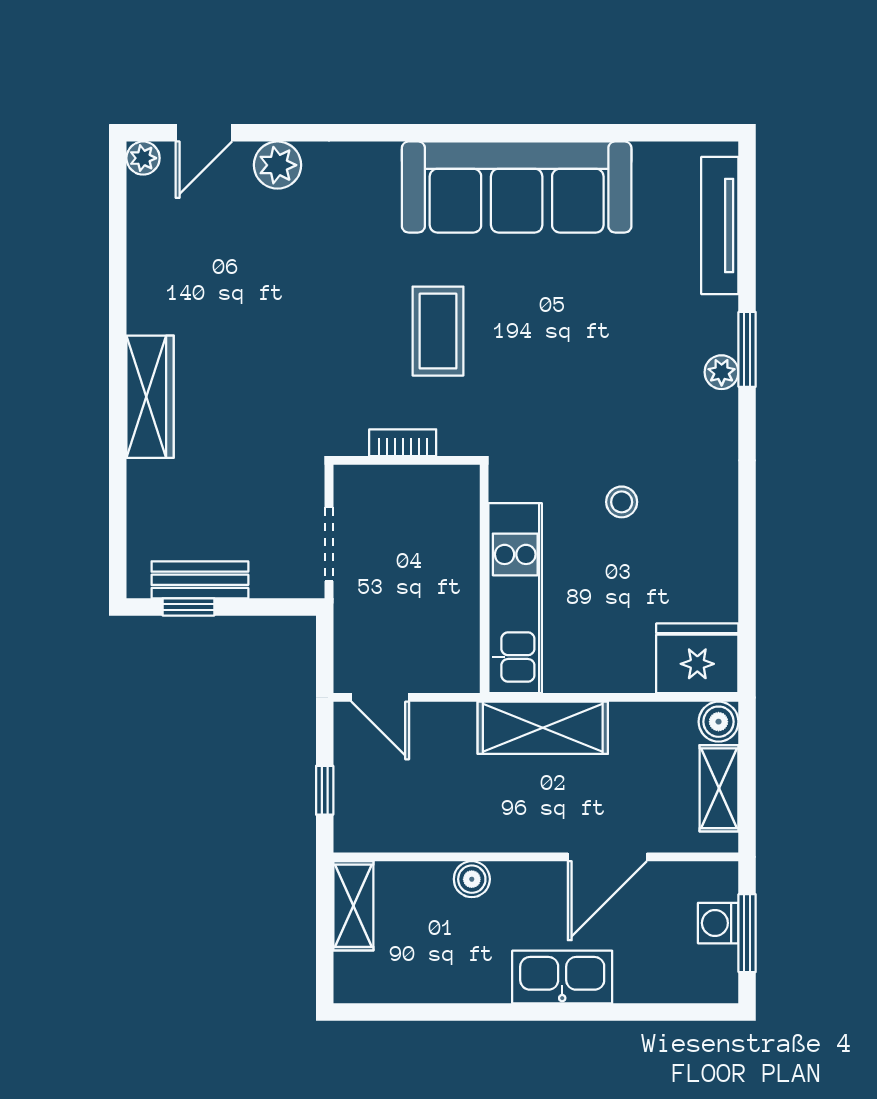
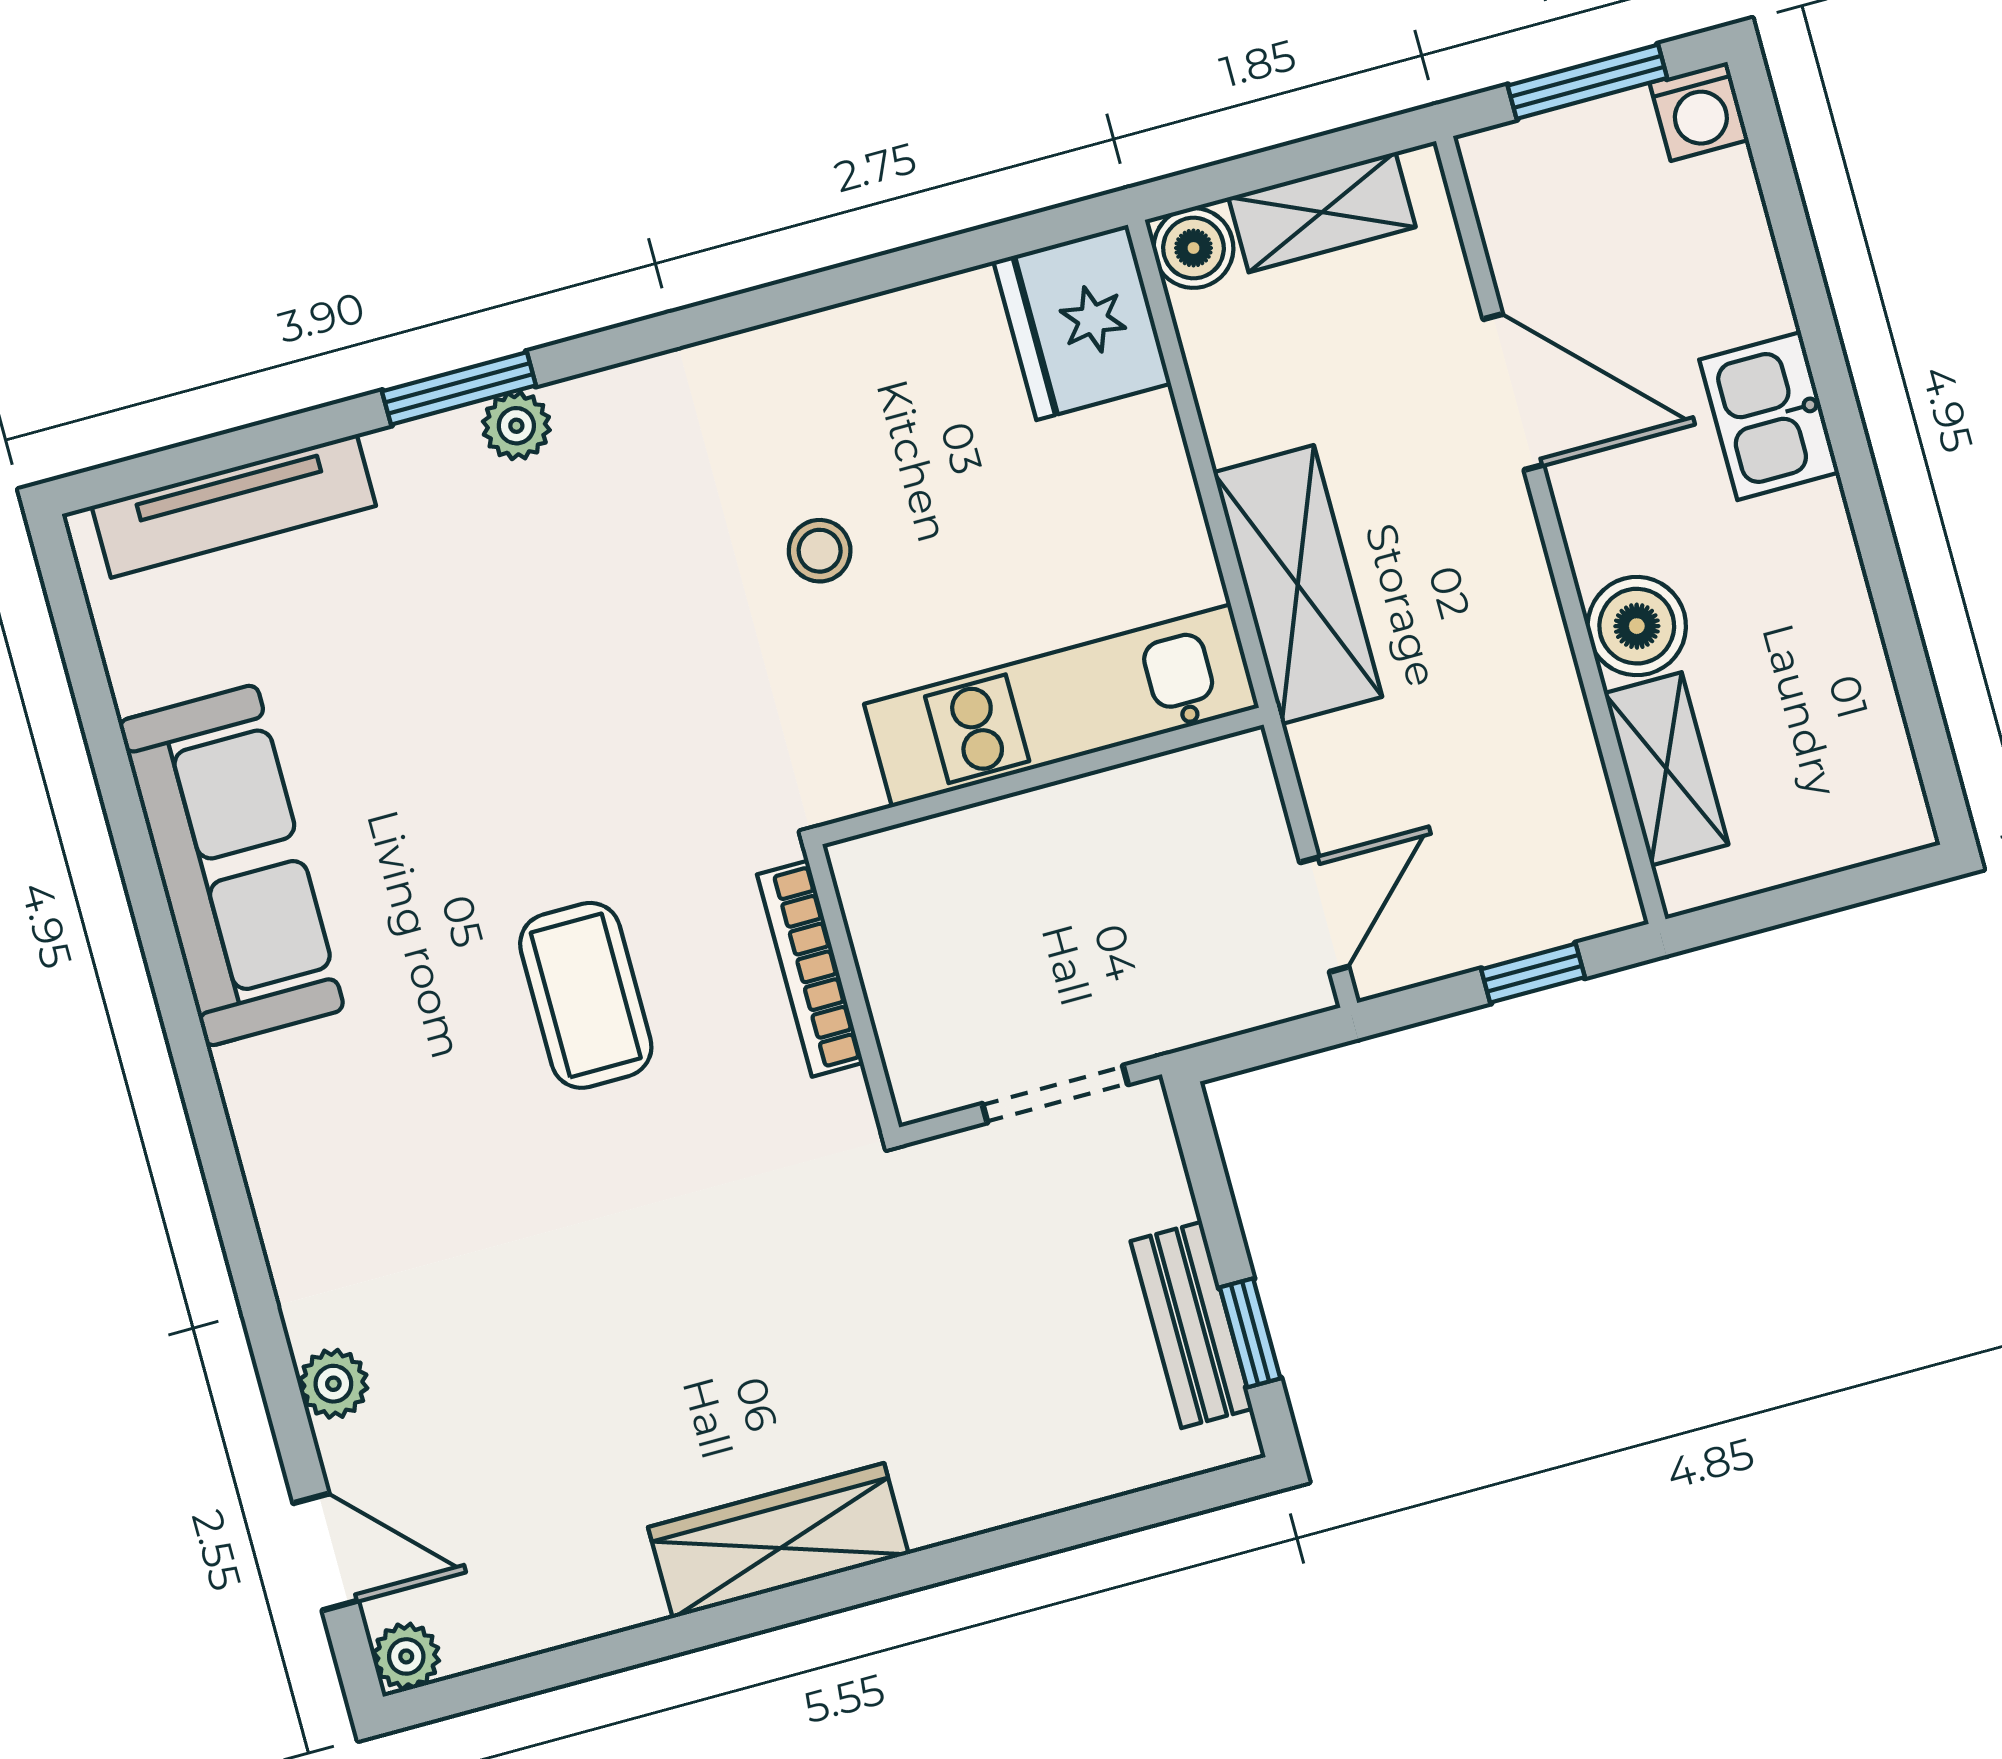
plant: (278, 165) -> (333, 1384), width x0.73, depth x0.73
sofa: (517, 187) -> (231, 865), width x0.74, depth x0.79
coffee table: (438, 331) -> (586, 995), turned 90
wardrobe: (150, 397) -> (778, 1541), moved
bookcase: (403, 443) -> (810, 969), width x1.56
boiler: (472, 879) -> (1637, 626), width x1.36, depth x1.36
shelving: (353, 906) -> (1666, 769), moved, turned 90
washing machine: (718, 923) -> (1699, 111), moved
kitchen sink: (562, 977) -> (1769, 416), width x0.73

